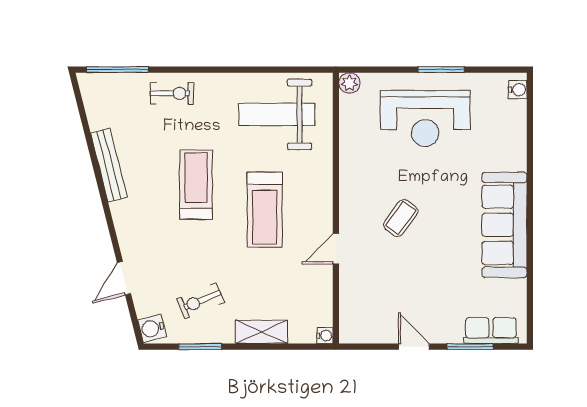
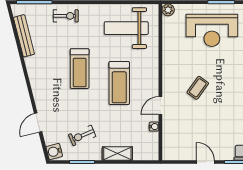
bench: (109, 165) -> (24, 36), moved
treadmill: (196, 185) -> (80, 69), turned 180
water cooler: (325, 336) -> (154, 127), moved

